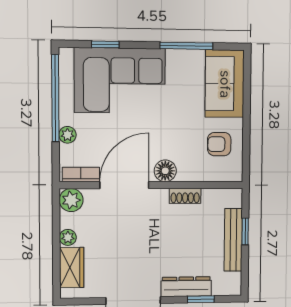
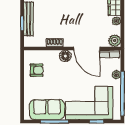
sofa: (225, 84) -> (47, 110), moved, turned -90
door: (124, 185) -> (87, 48), hinge flipped

